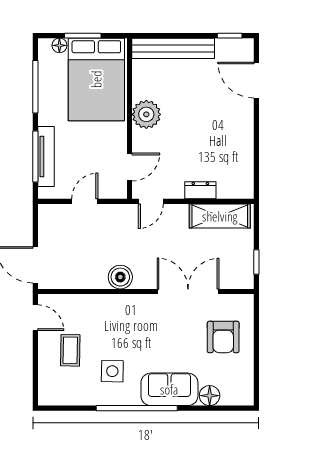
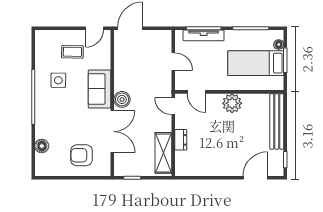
bed: (96, 79) -> (256, 63), width x0.67
boiler: (120, 277) -> (122, 99), moved
sofa: (169, 389) -> (99, 89), moved, turned 180

